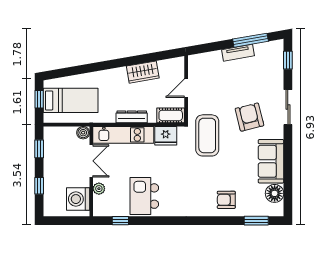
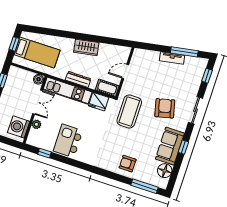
wardrobe: (143, 72) -> (86, 47), moved
window: (288, 157) -> (183, 147), added
window: (256, 221) -> (145, 186), width x1.44

